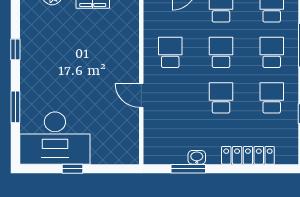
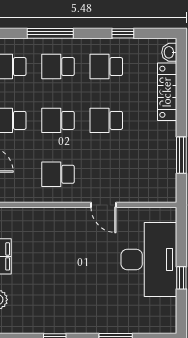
door: (141, 95) -> (104, 205), hinge flipped
desk: (55, 138) -> (149, 259), moved
washbasin: (197, 157) -> (169, 52), moved

